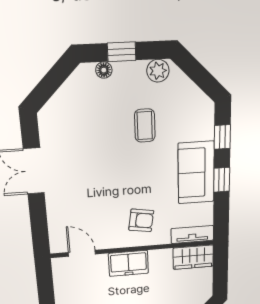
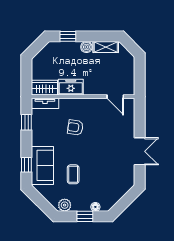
sofa: (196, 173) -> (42, 165), moved
window: (222, 180) -> (26, 122), moved
armchair: (141, 220) -> (75, 127), moved
freezer: (128, 263) -> (71, 87), moved

